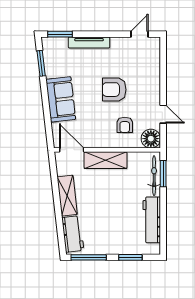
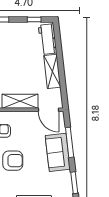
window: (47, 111) -> (70, 142), added
window: (89, 257) -> (34, 19), width x0.46

